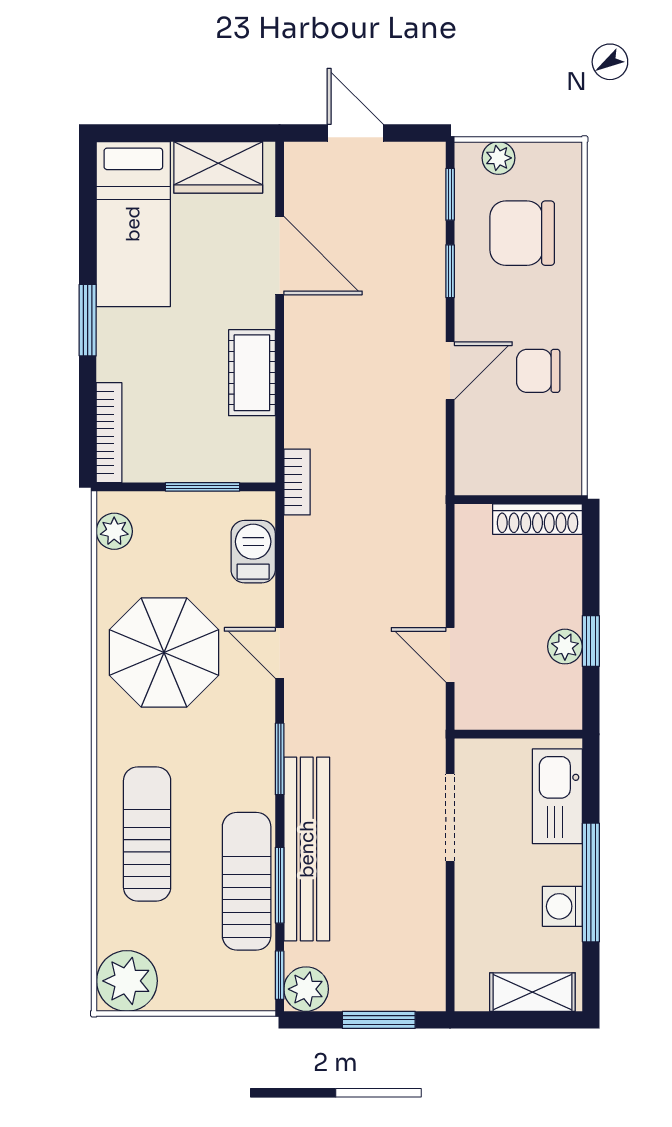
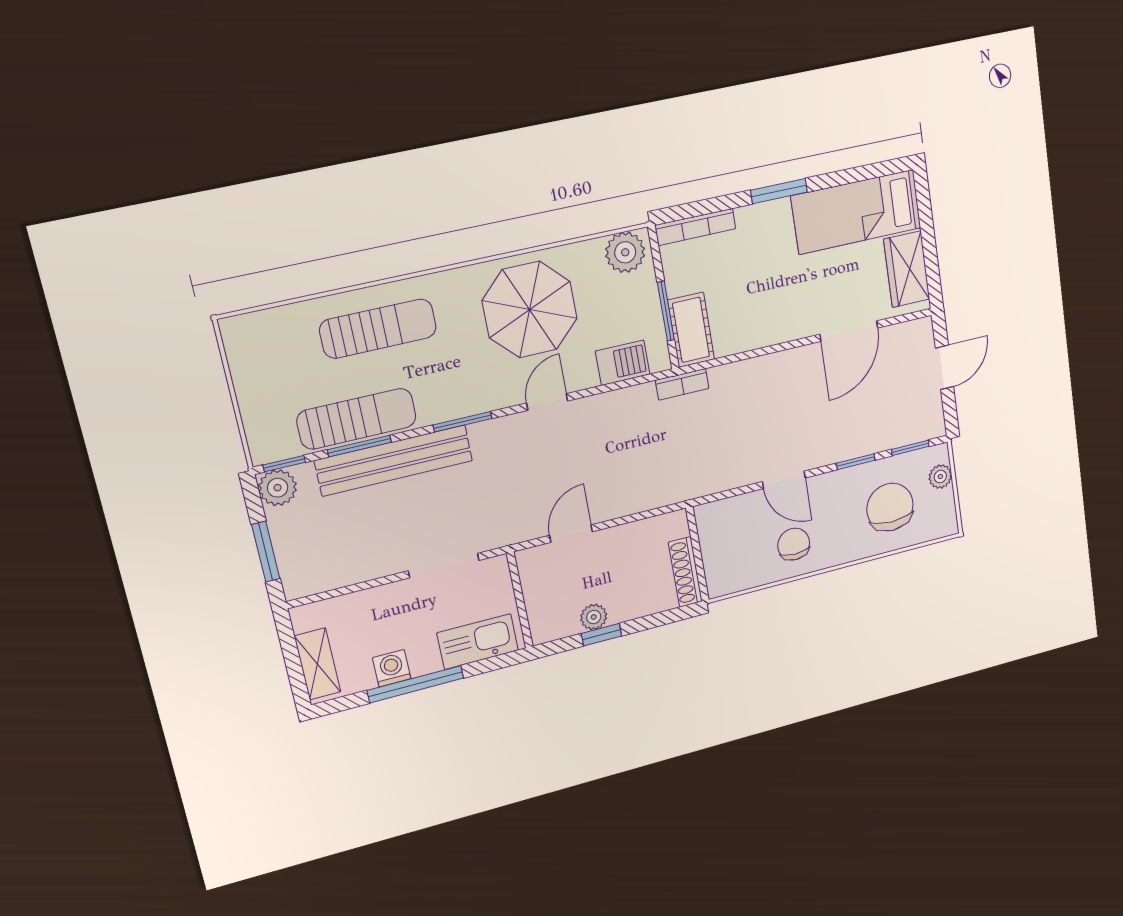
cot: (252, 373) -> (691, 330), moved, turned 90
plant: (114, 531) -> (625, 252), width x1.38, depth x1.38
plant: (127, 981) -> (249, 339), removed

